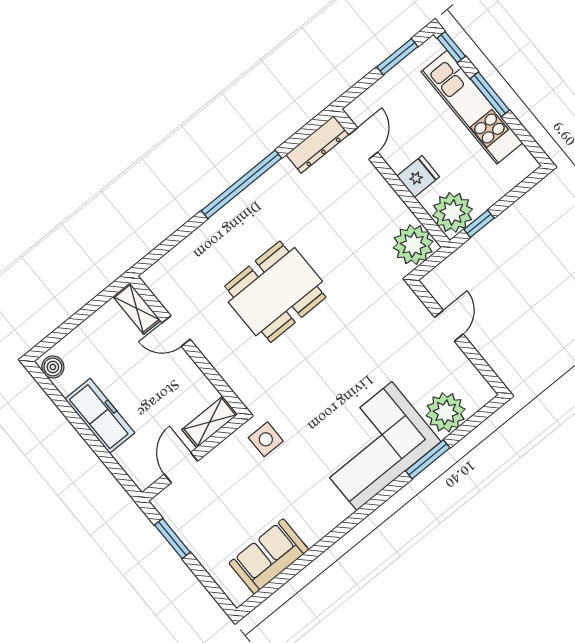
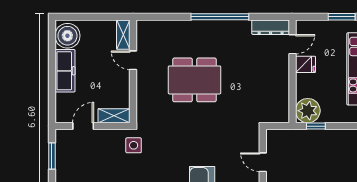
fridge: (418, 177) -> (305, 64), moved
plant: (413, 245) -> (277, 111), removed
door: (449, 326) -> (263, 162), swing flipped
boiler: (53, 367) -> (67, 36), width x1.86, depth x1.86

